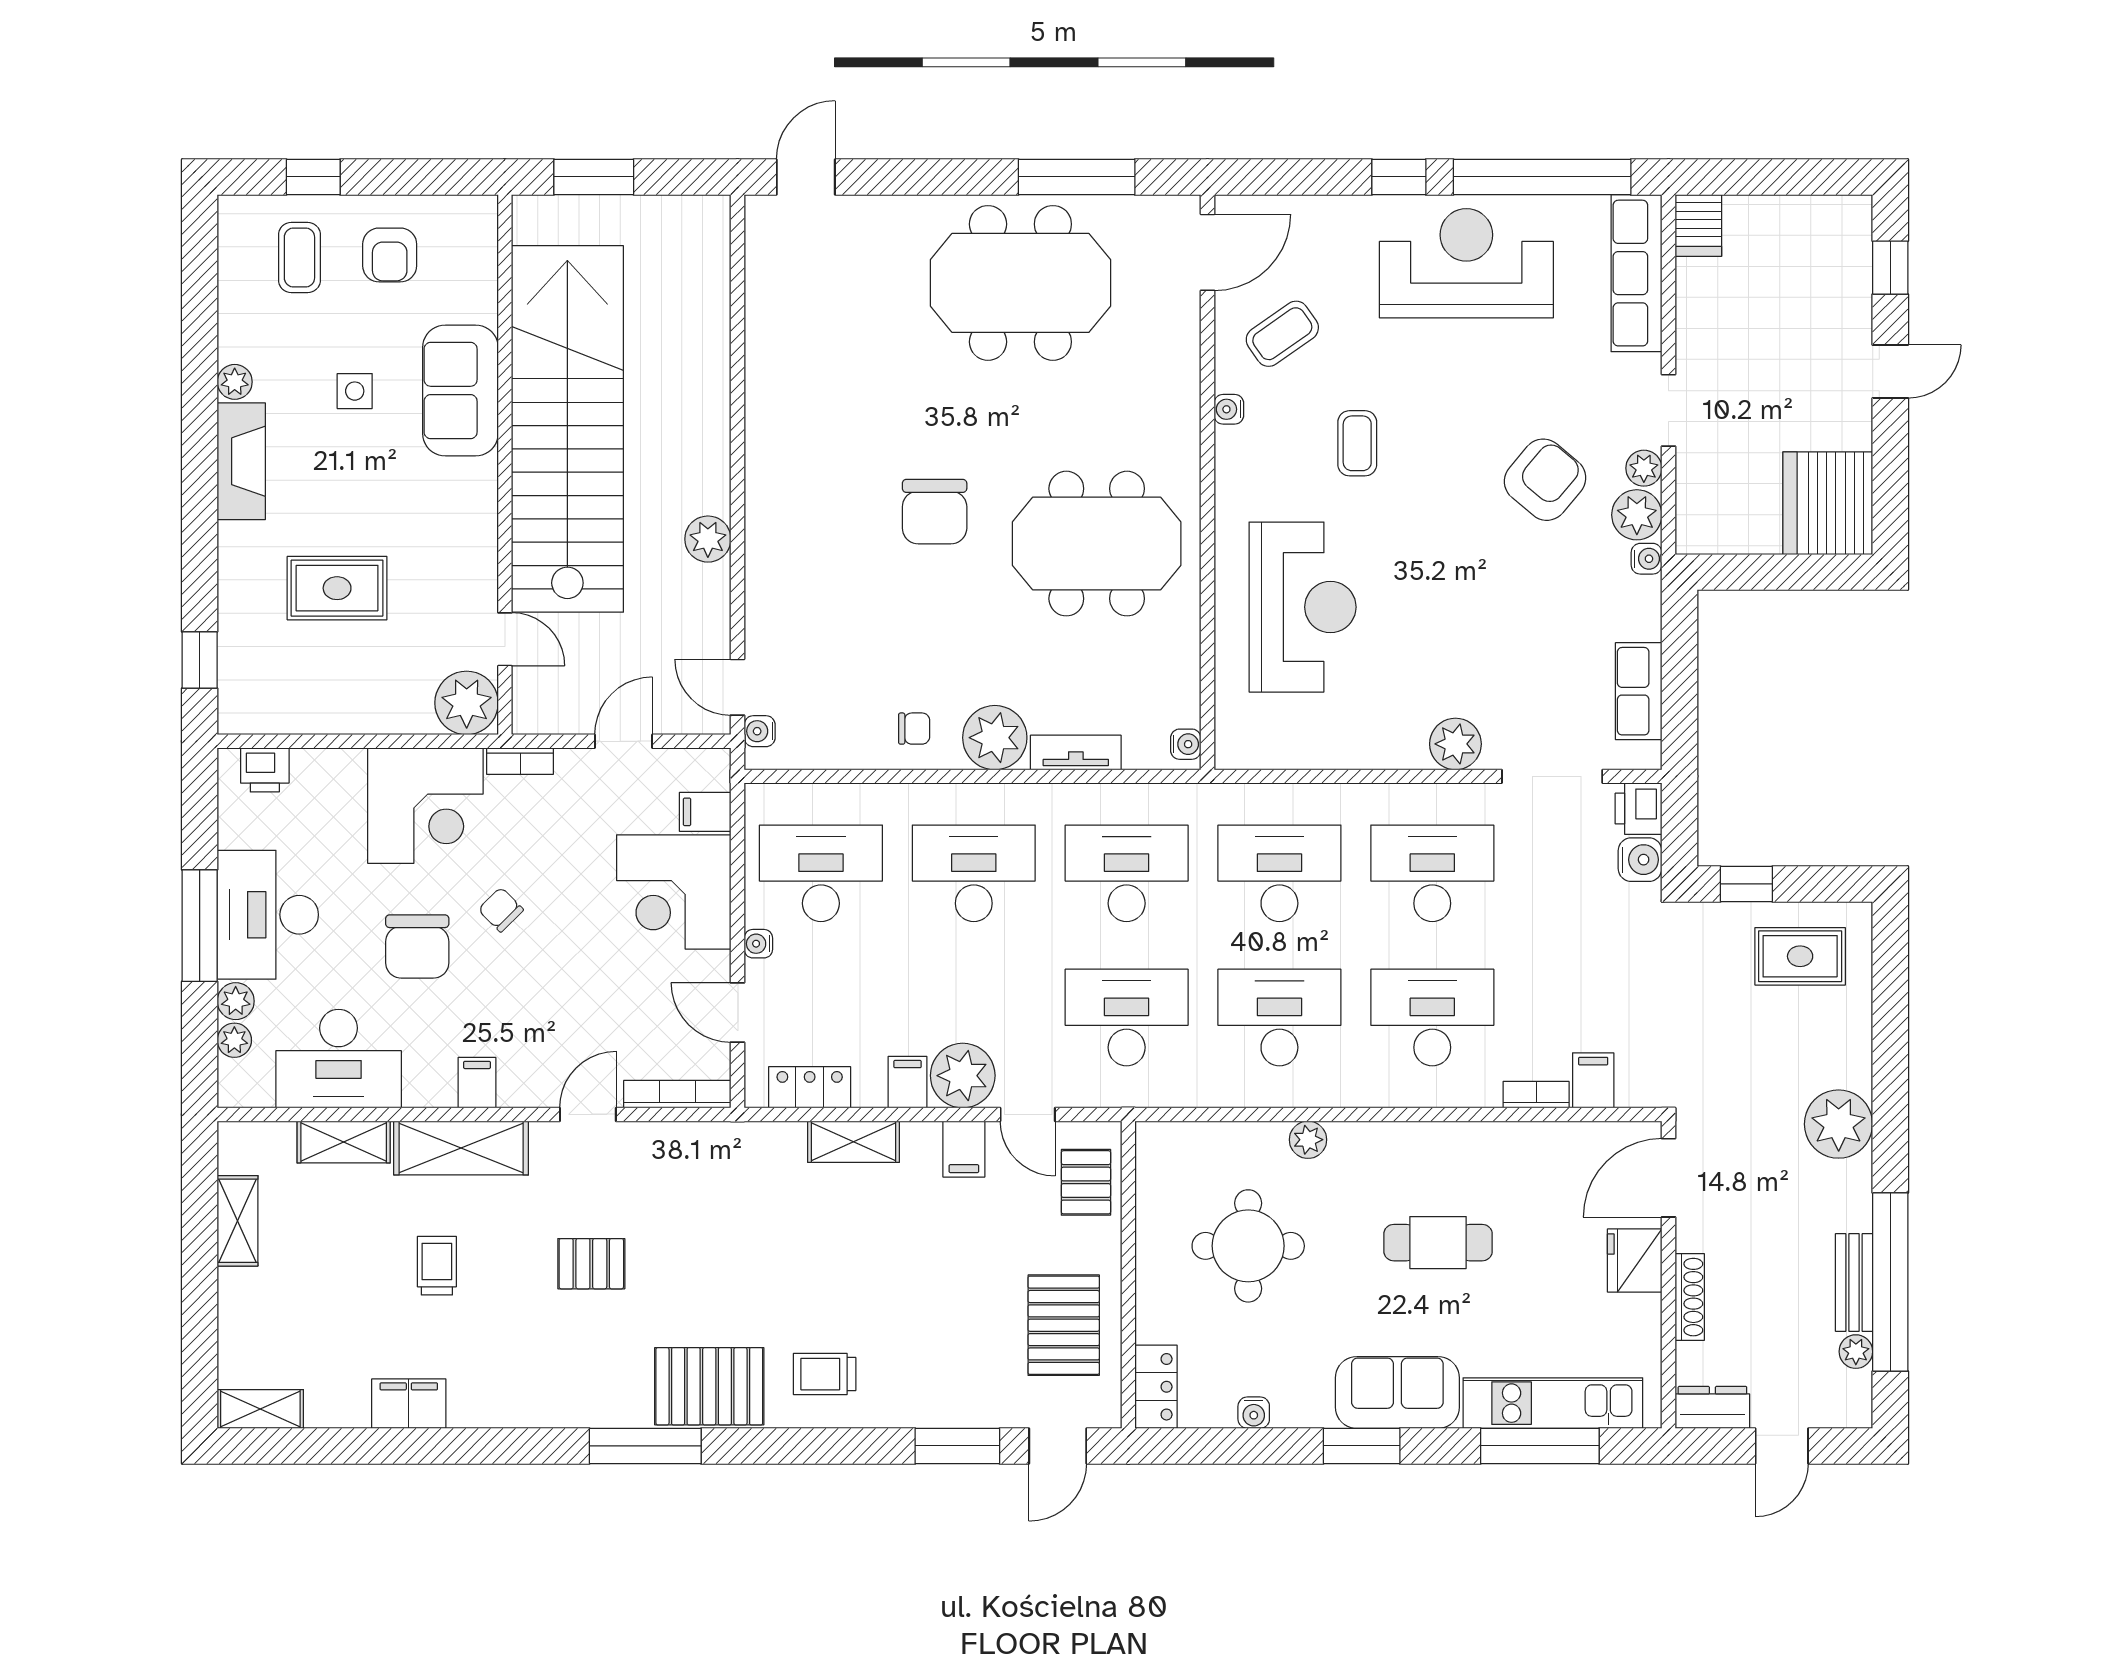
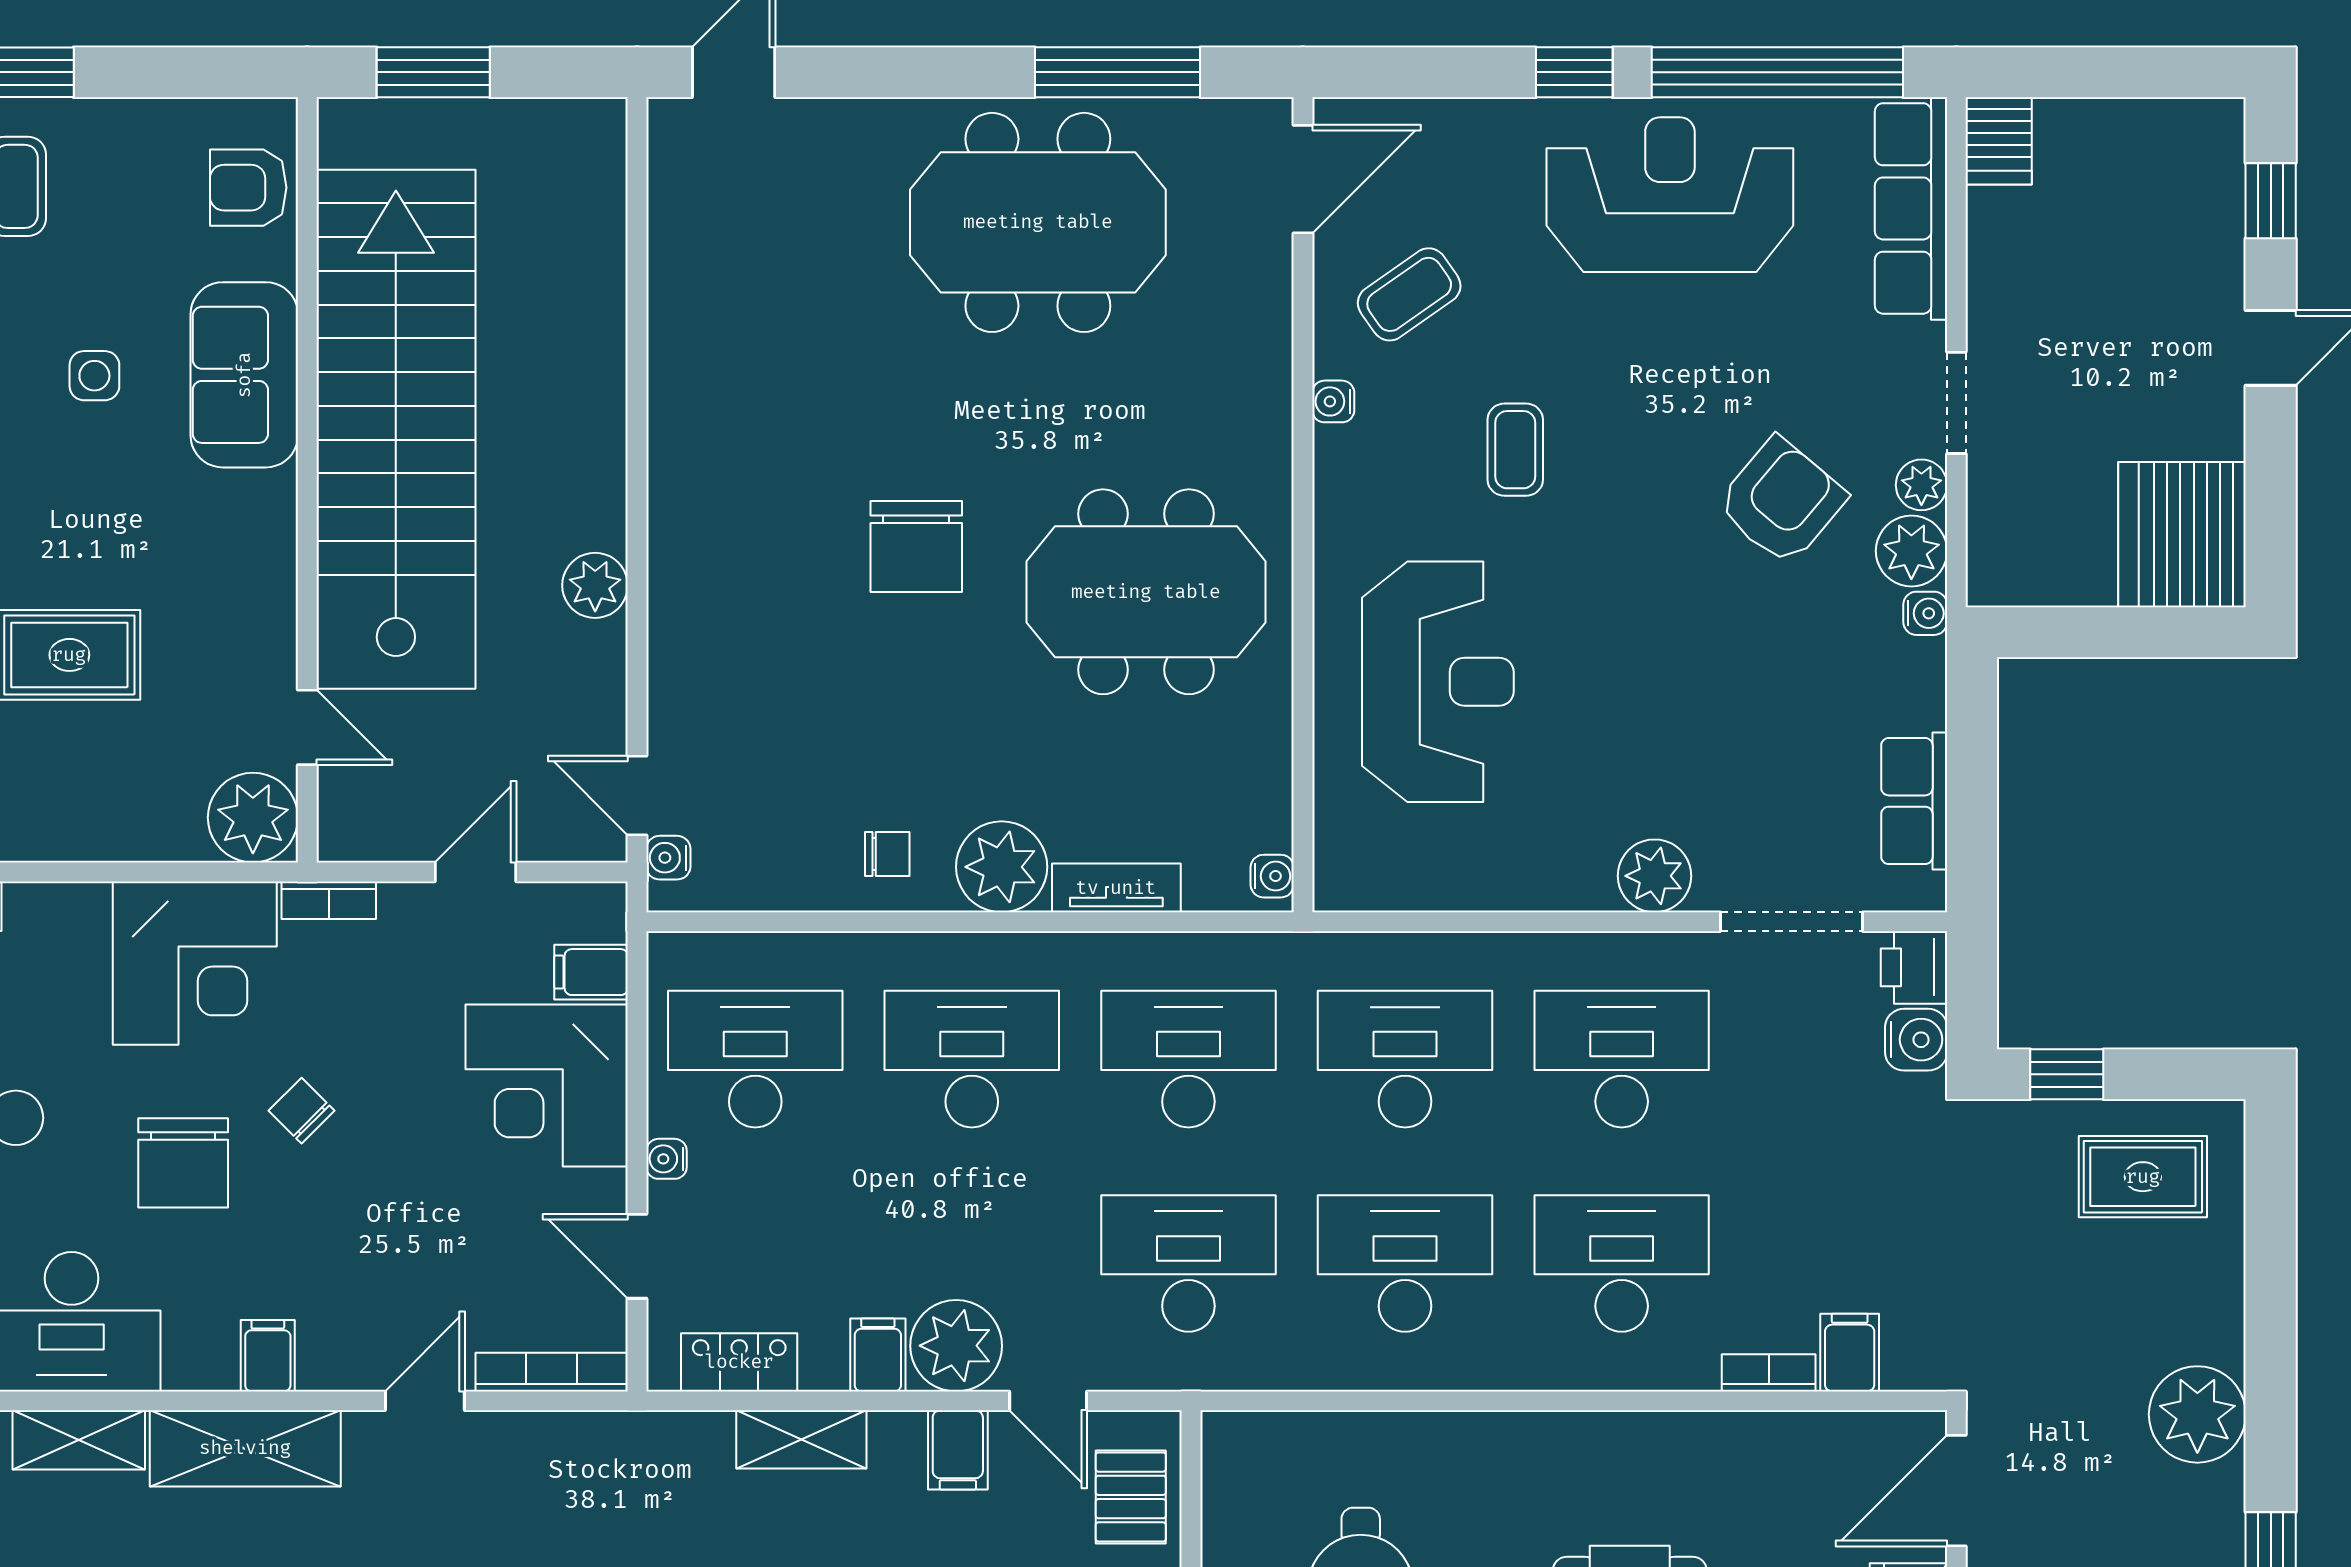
armchair: (390, 255) -> (248, 188), moved, turned 90
plant: (1308, 1140) -> (1445, 1437), removed

